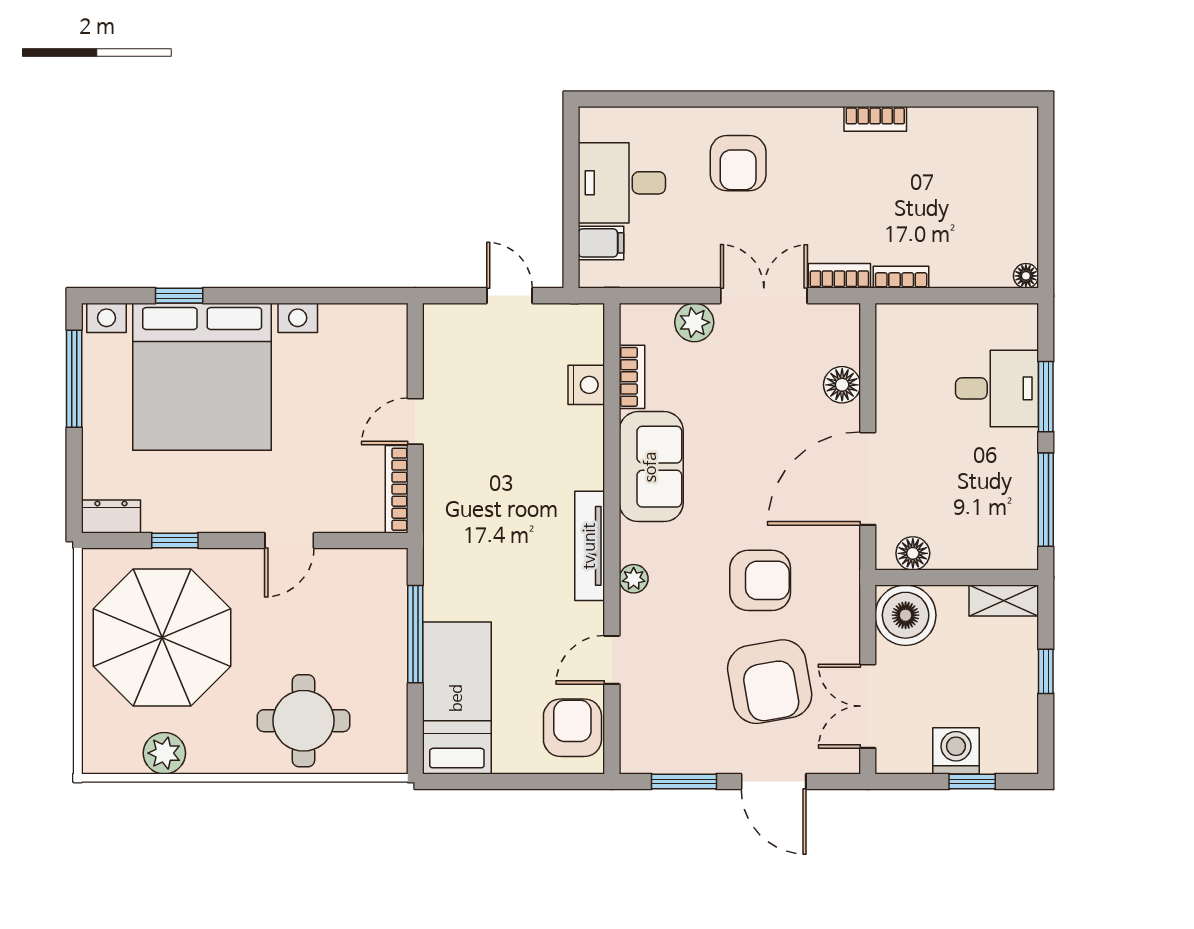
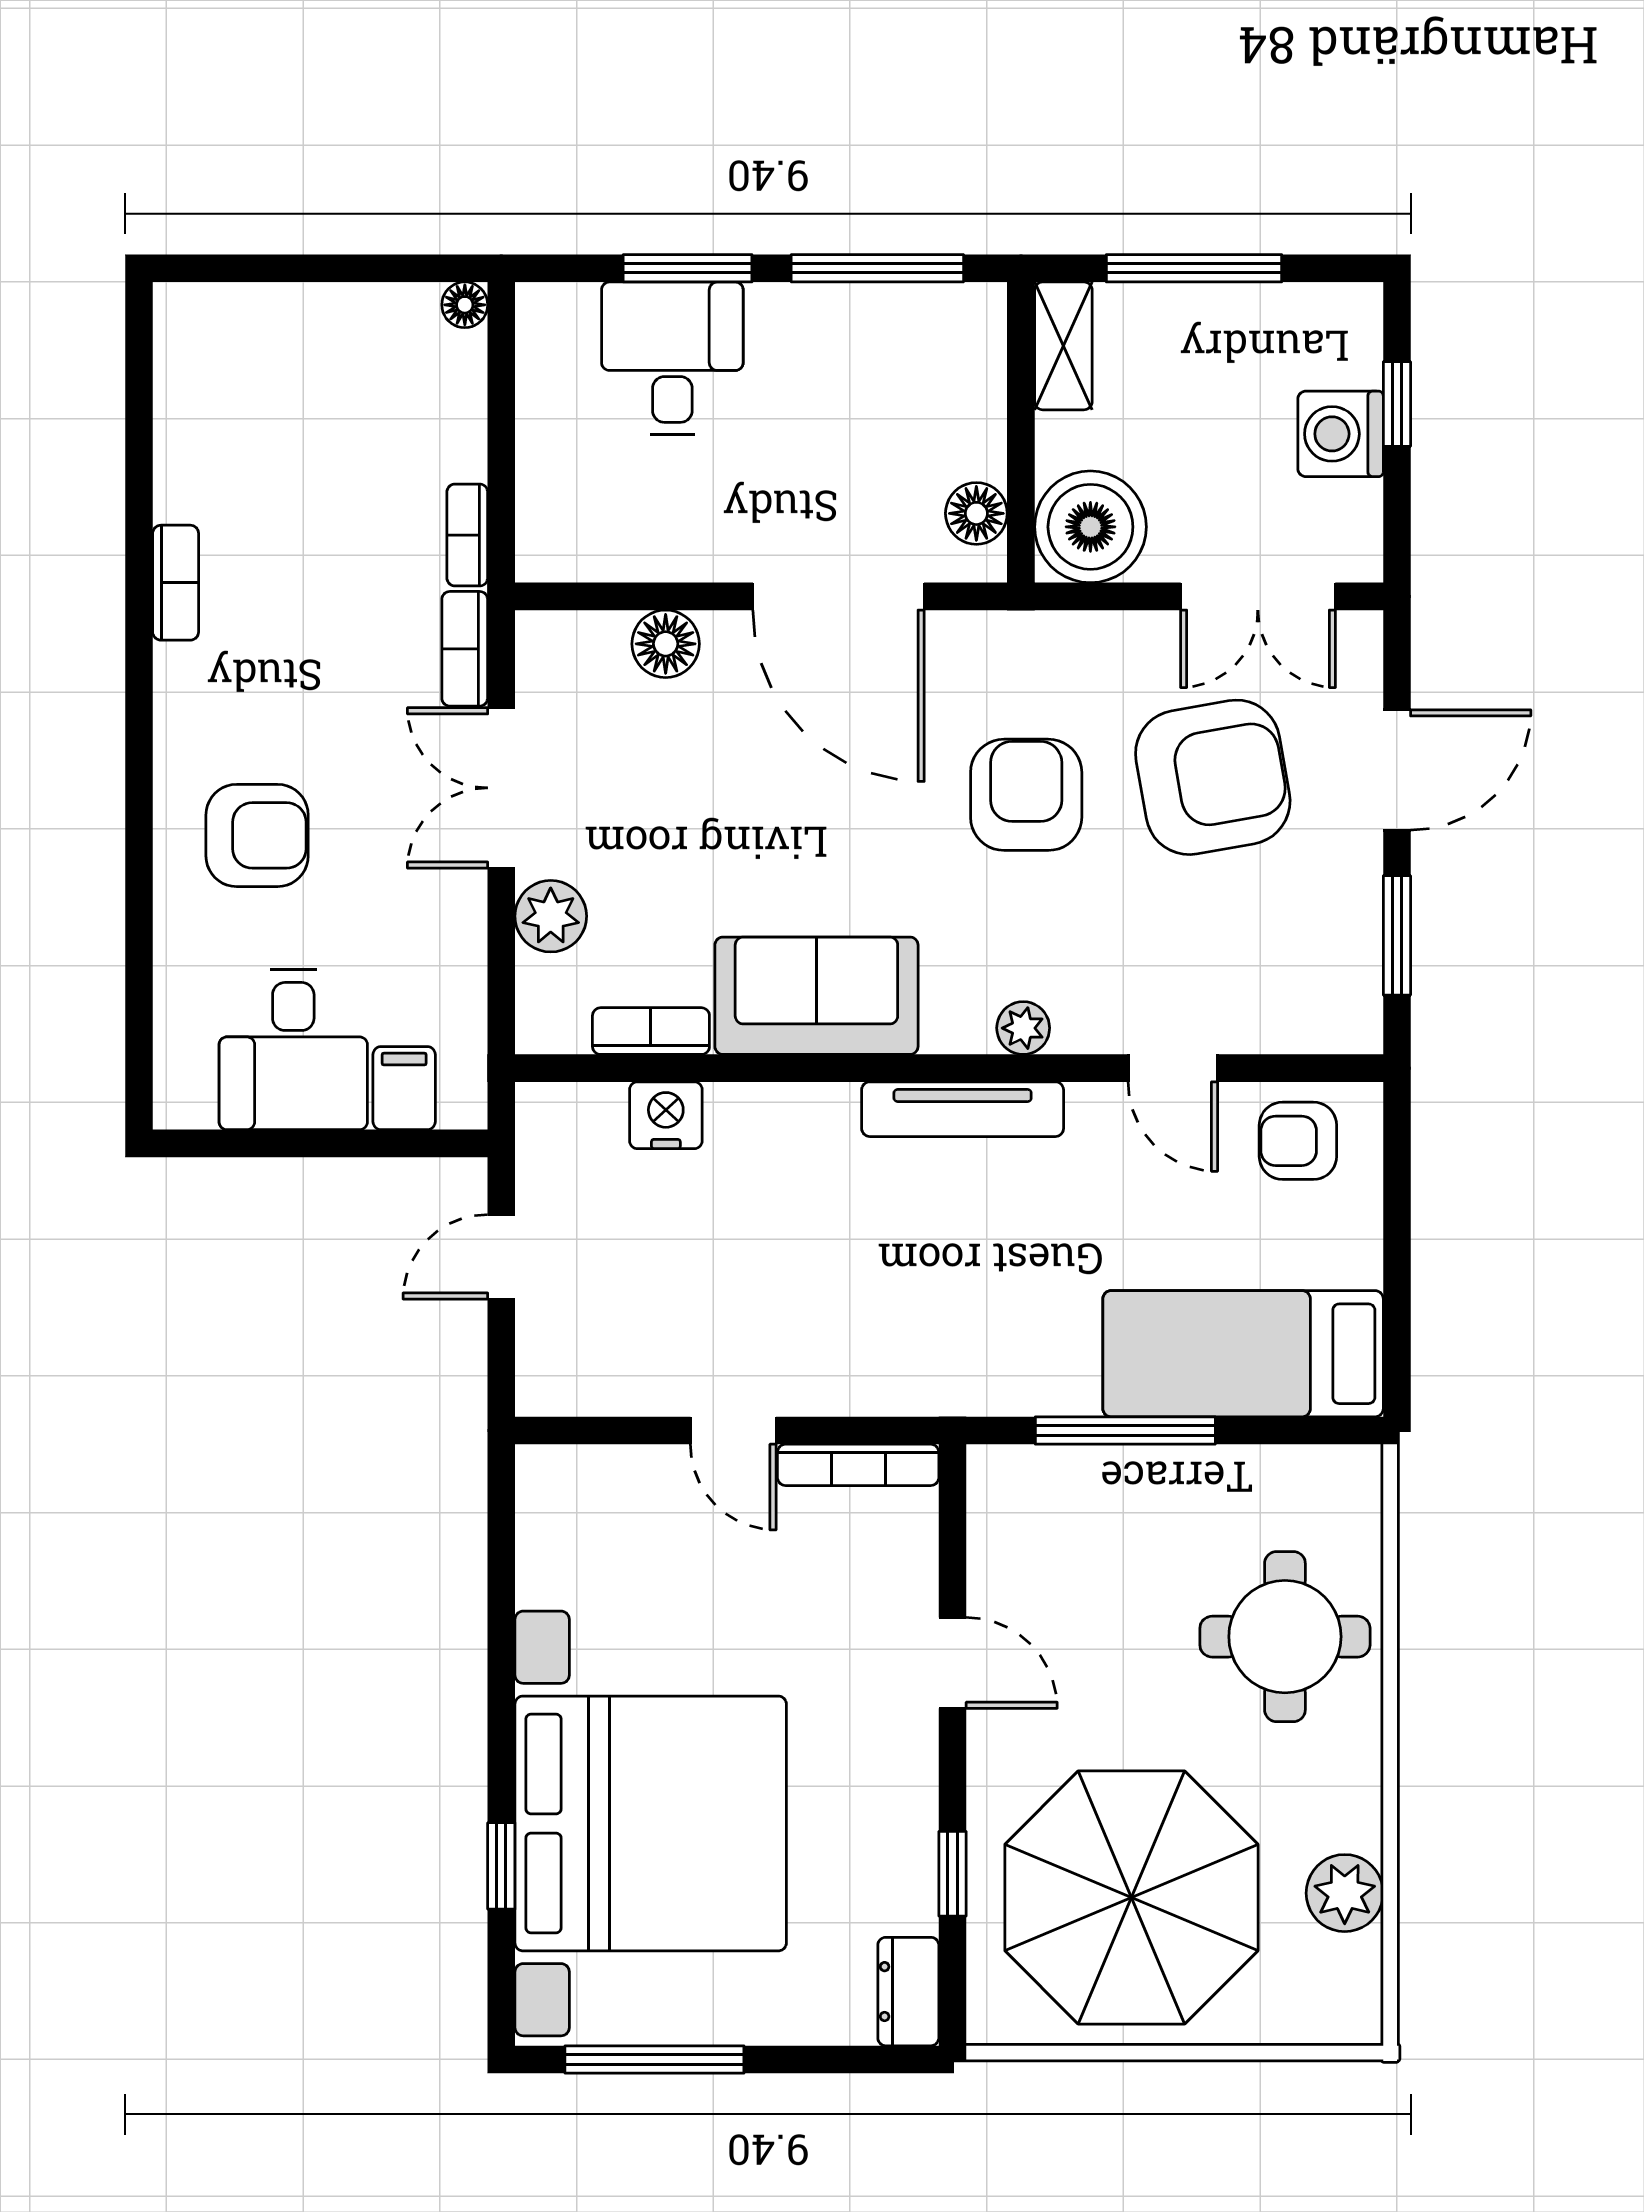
window: (1046, 671) -> (1194, 268), width x2.17
armchair: (572, 728) -> (1298, 1141), width x0.72, depth x0.72

